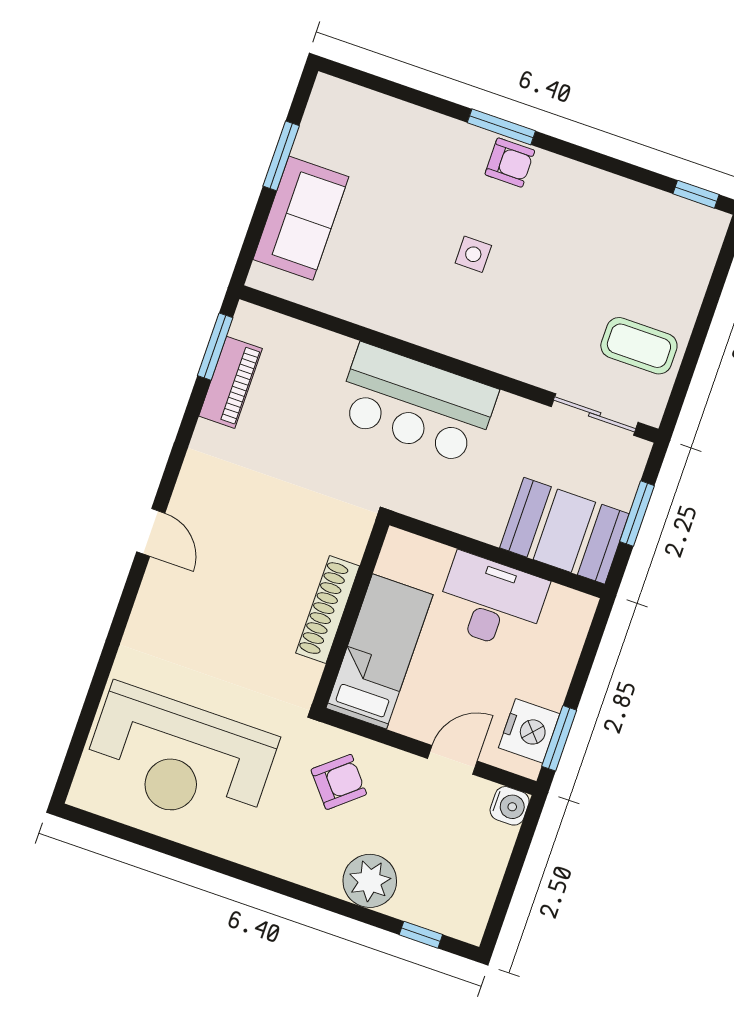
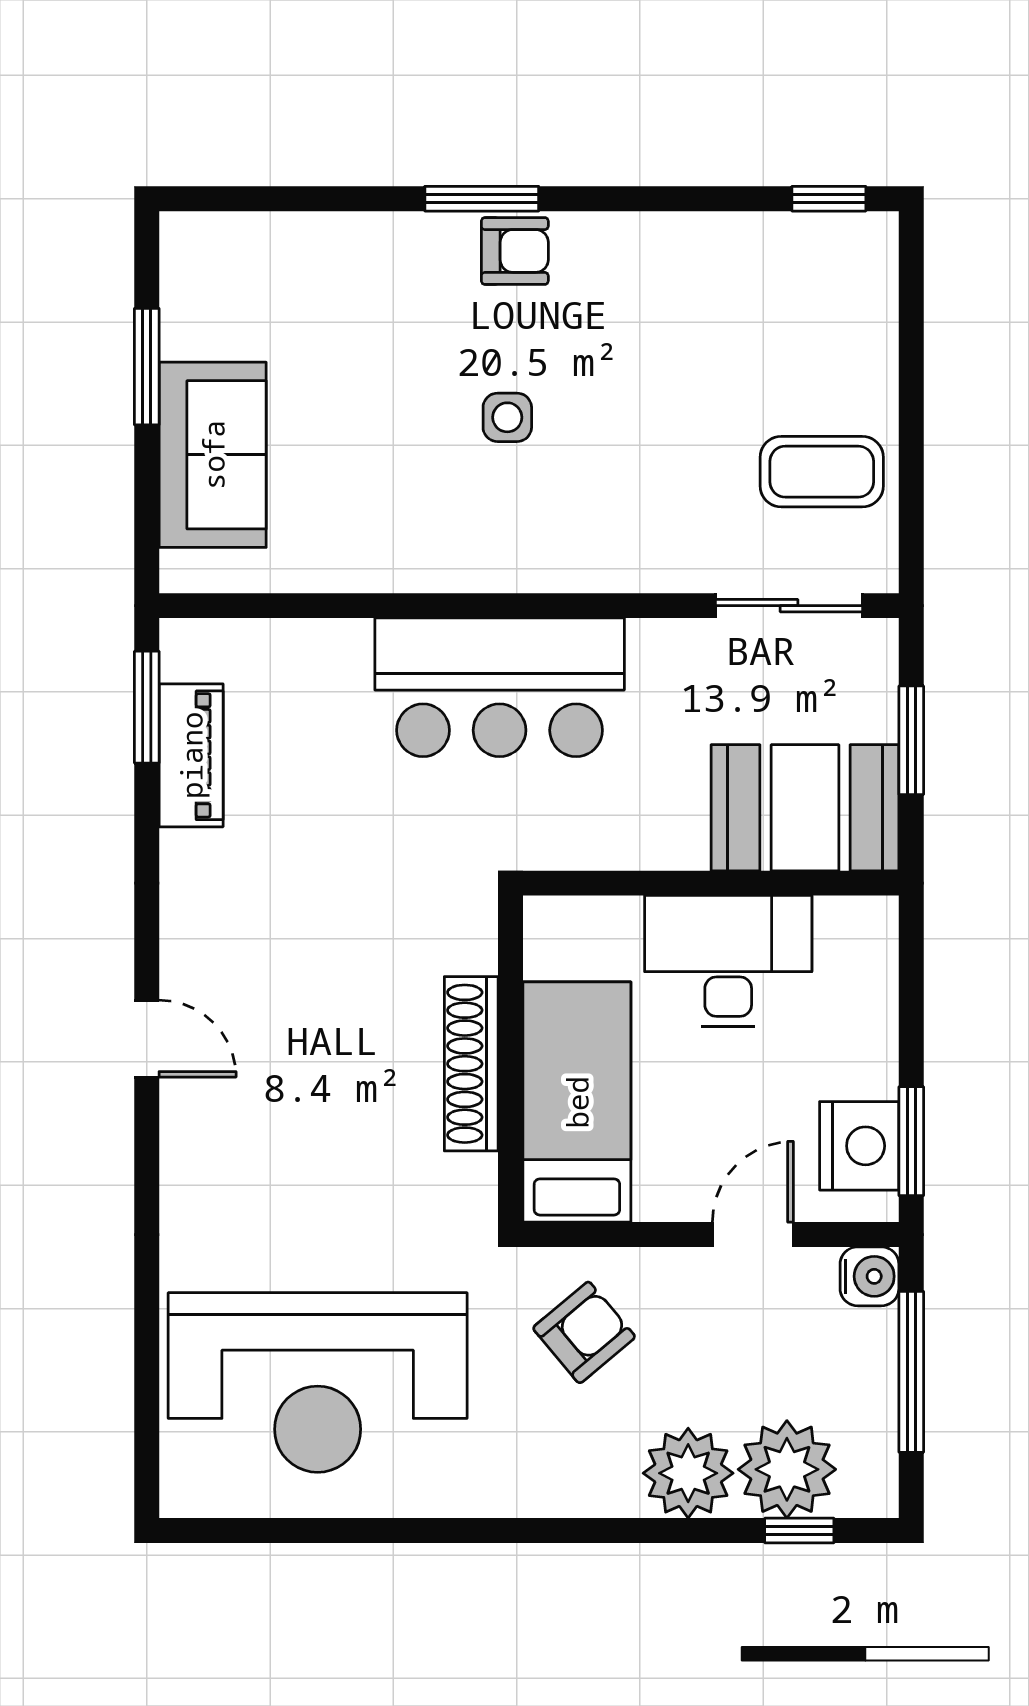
window: (514, 867) -> (911, 1372), added
plant: (426, 898) -> (787, 1469), added

